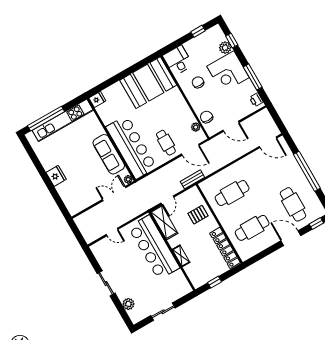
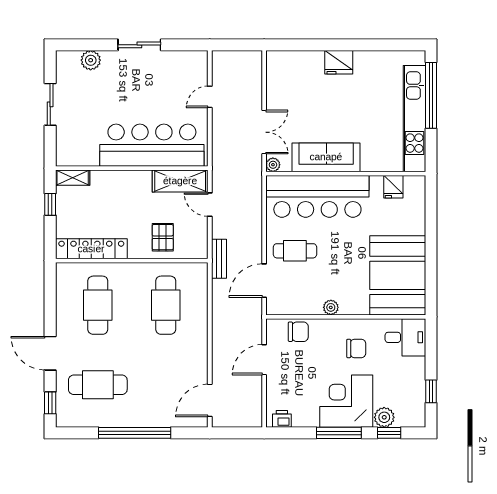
window: (253, 77) -> (339, 433), moved
fridge: (97, 99) -> (393, 187), moved
plant: (196, 127) -> (331, 307), moved
door: (291, 238) -> (50, 353), swing flipped
shelving: (181, 256) -> (73, 178), moved

